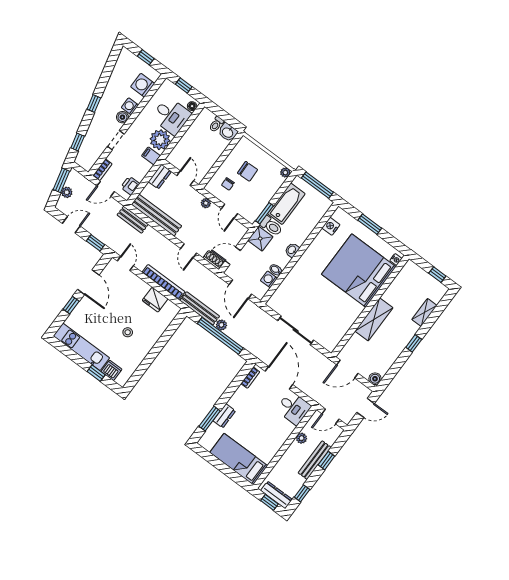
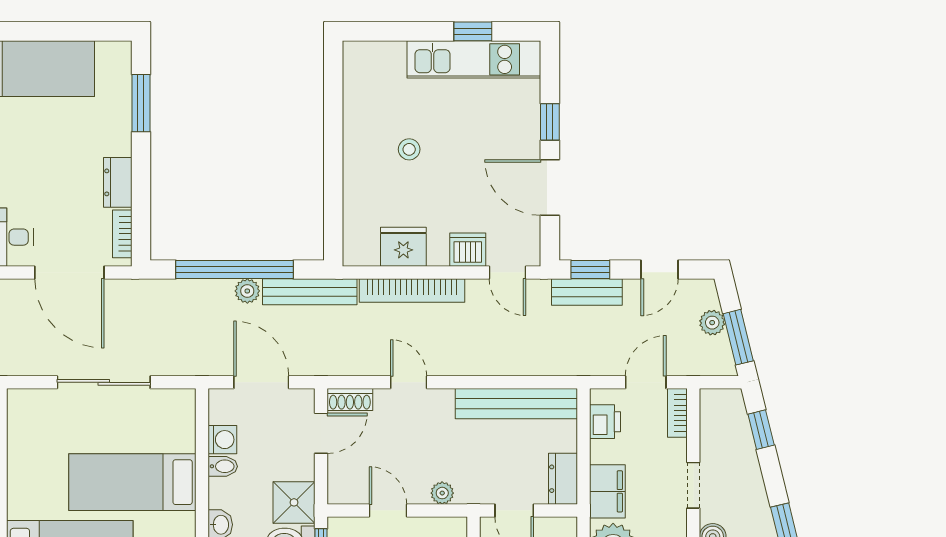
filing cabinet: (151, 156) -> (607, 491), width x2.00
bench: (133, 220) -> (587, 292), moved
bed: (312, 288) -> (132, 482), added
dishwasher: (111, 370) -> (468, 250), moved, turned 180
window: (96, 373) -> (473, 31), moved
dresser: (224, 416) -> (118, 182), moved

